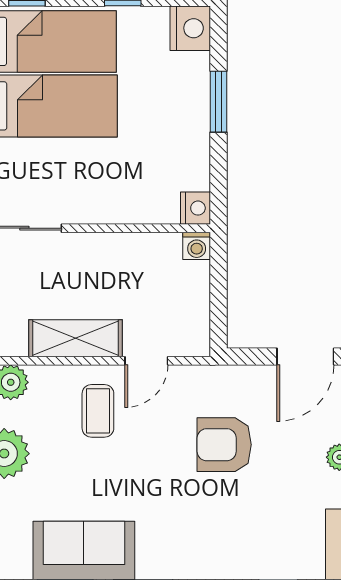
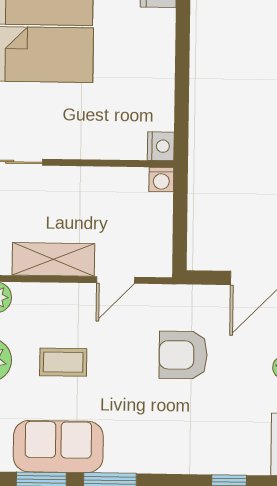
window: (219, 102) -> (182, 53), removed
coffee table: (98, 411) -> (63, 362), moved, turned 90

